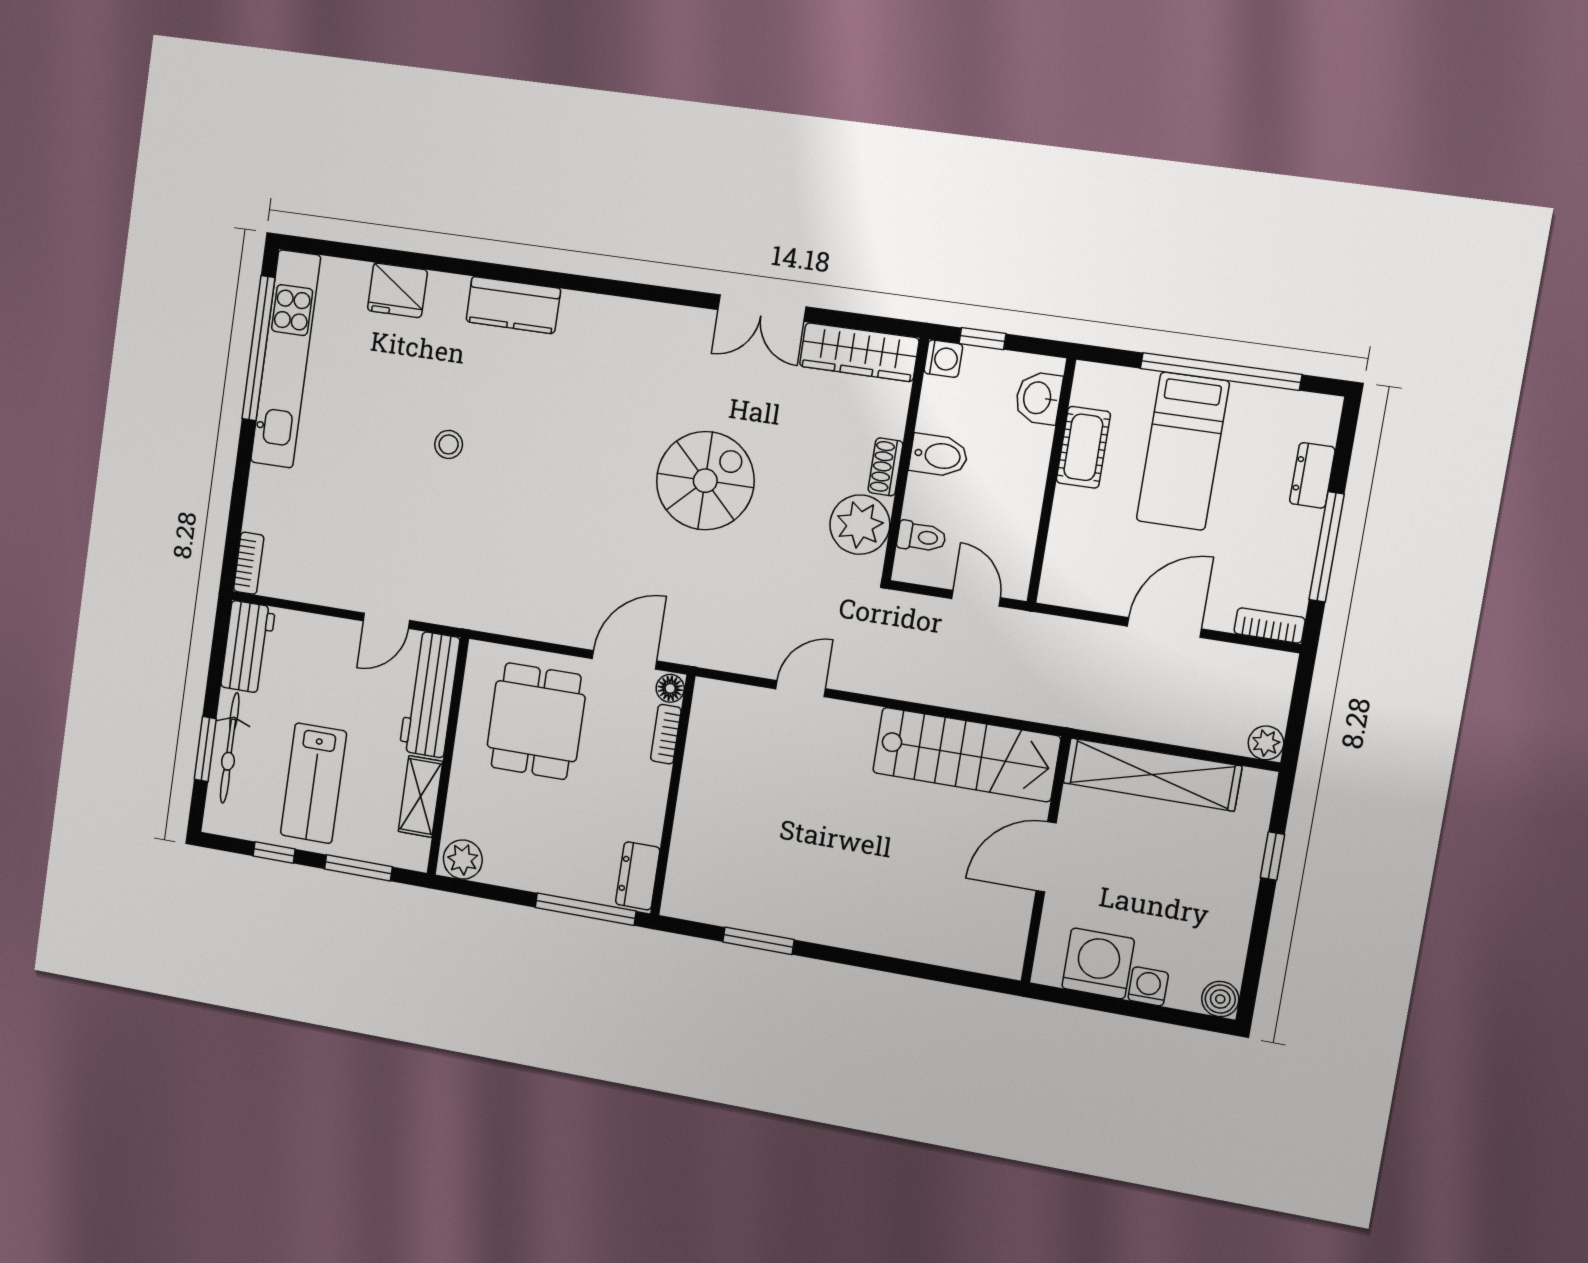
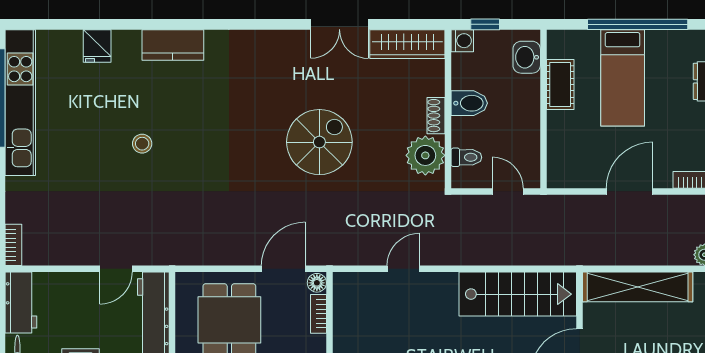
fridge: (397, 290) -> (97, 46), width x0.72

